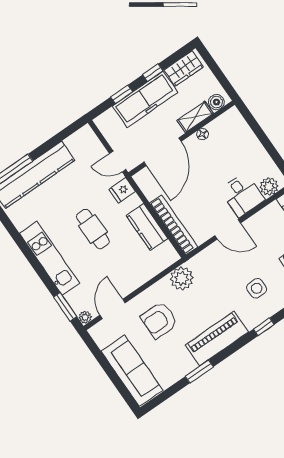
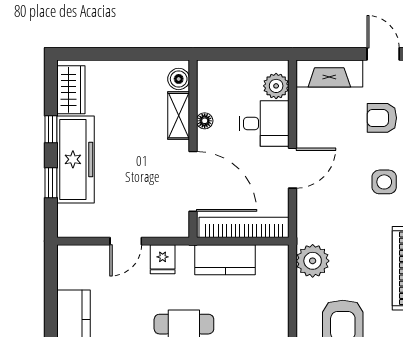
boiler: (216, 102) -> (179, 79), moved
shelving: (195, 117) -> (179, 116), moved
floor lamp: (203, 134) -> (205, 121), moved
wall: (182, 139) -> (193, 149), moved
door: (163, 152) -> (193, 181), moved

